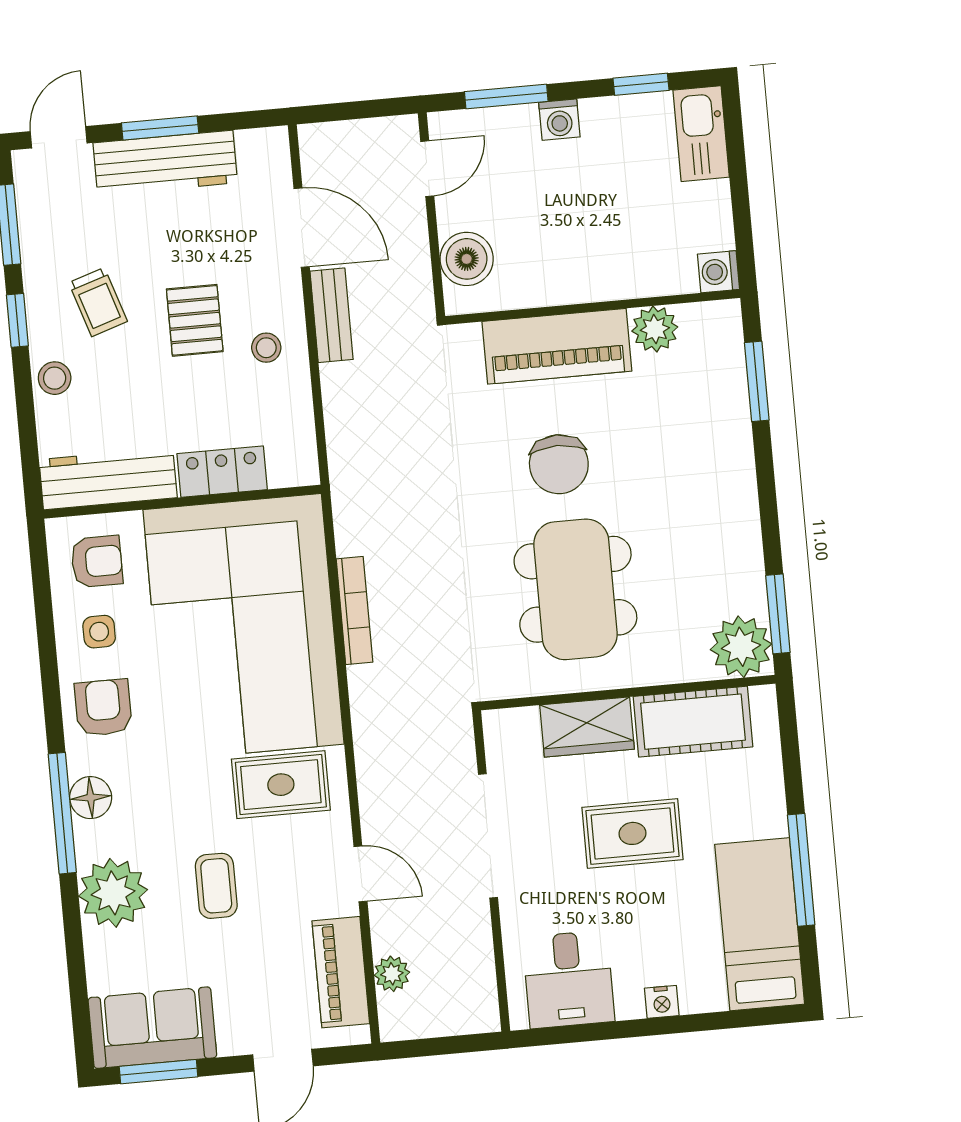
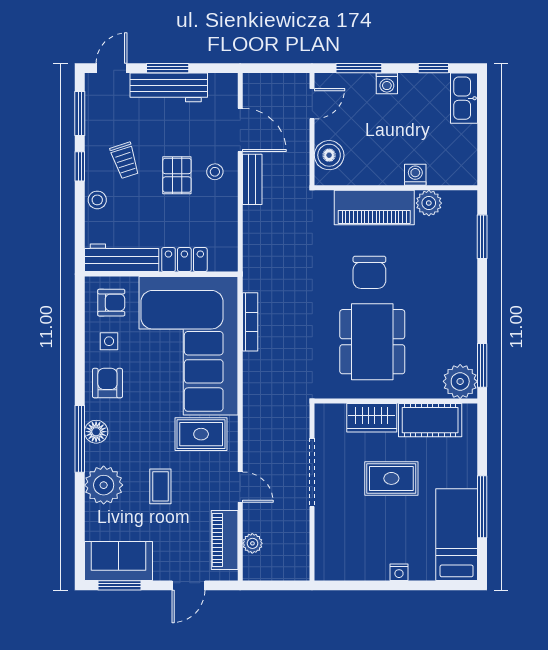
washing machine: (719, 272) -> (415, 175), moved, turned 90
stool: (266, 348) -> (215, 172), moved
bookcase: (354, 611) -> (250, 322), moved
desk: (569, 979) -> (349, 555), removed

